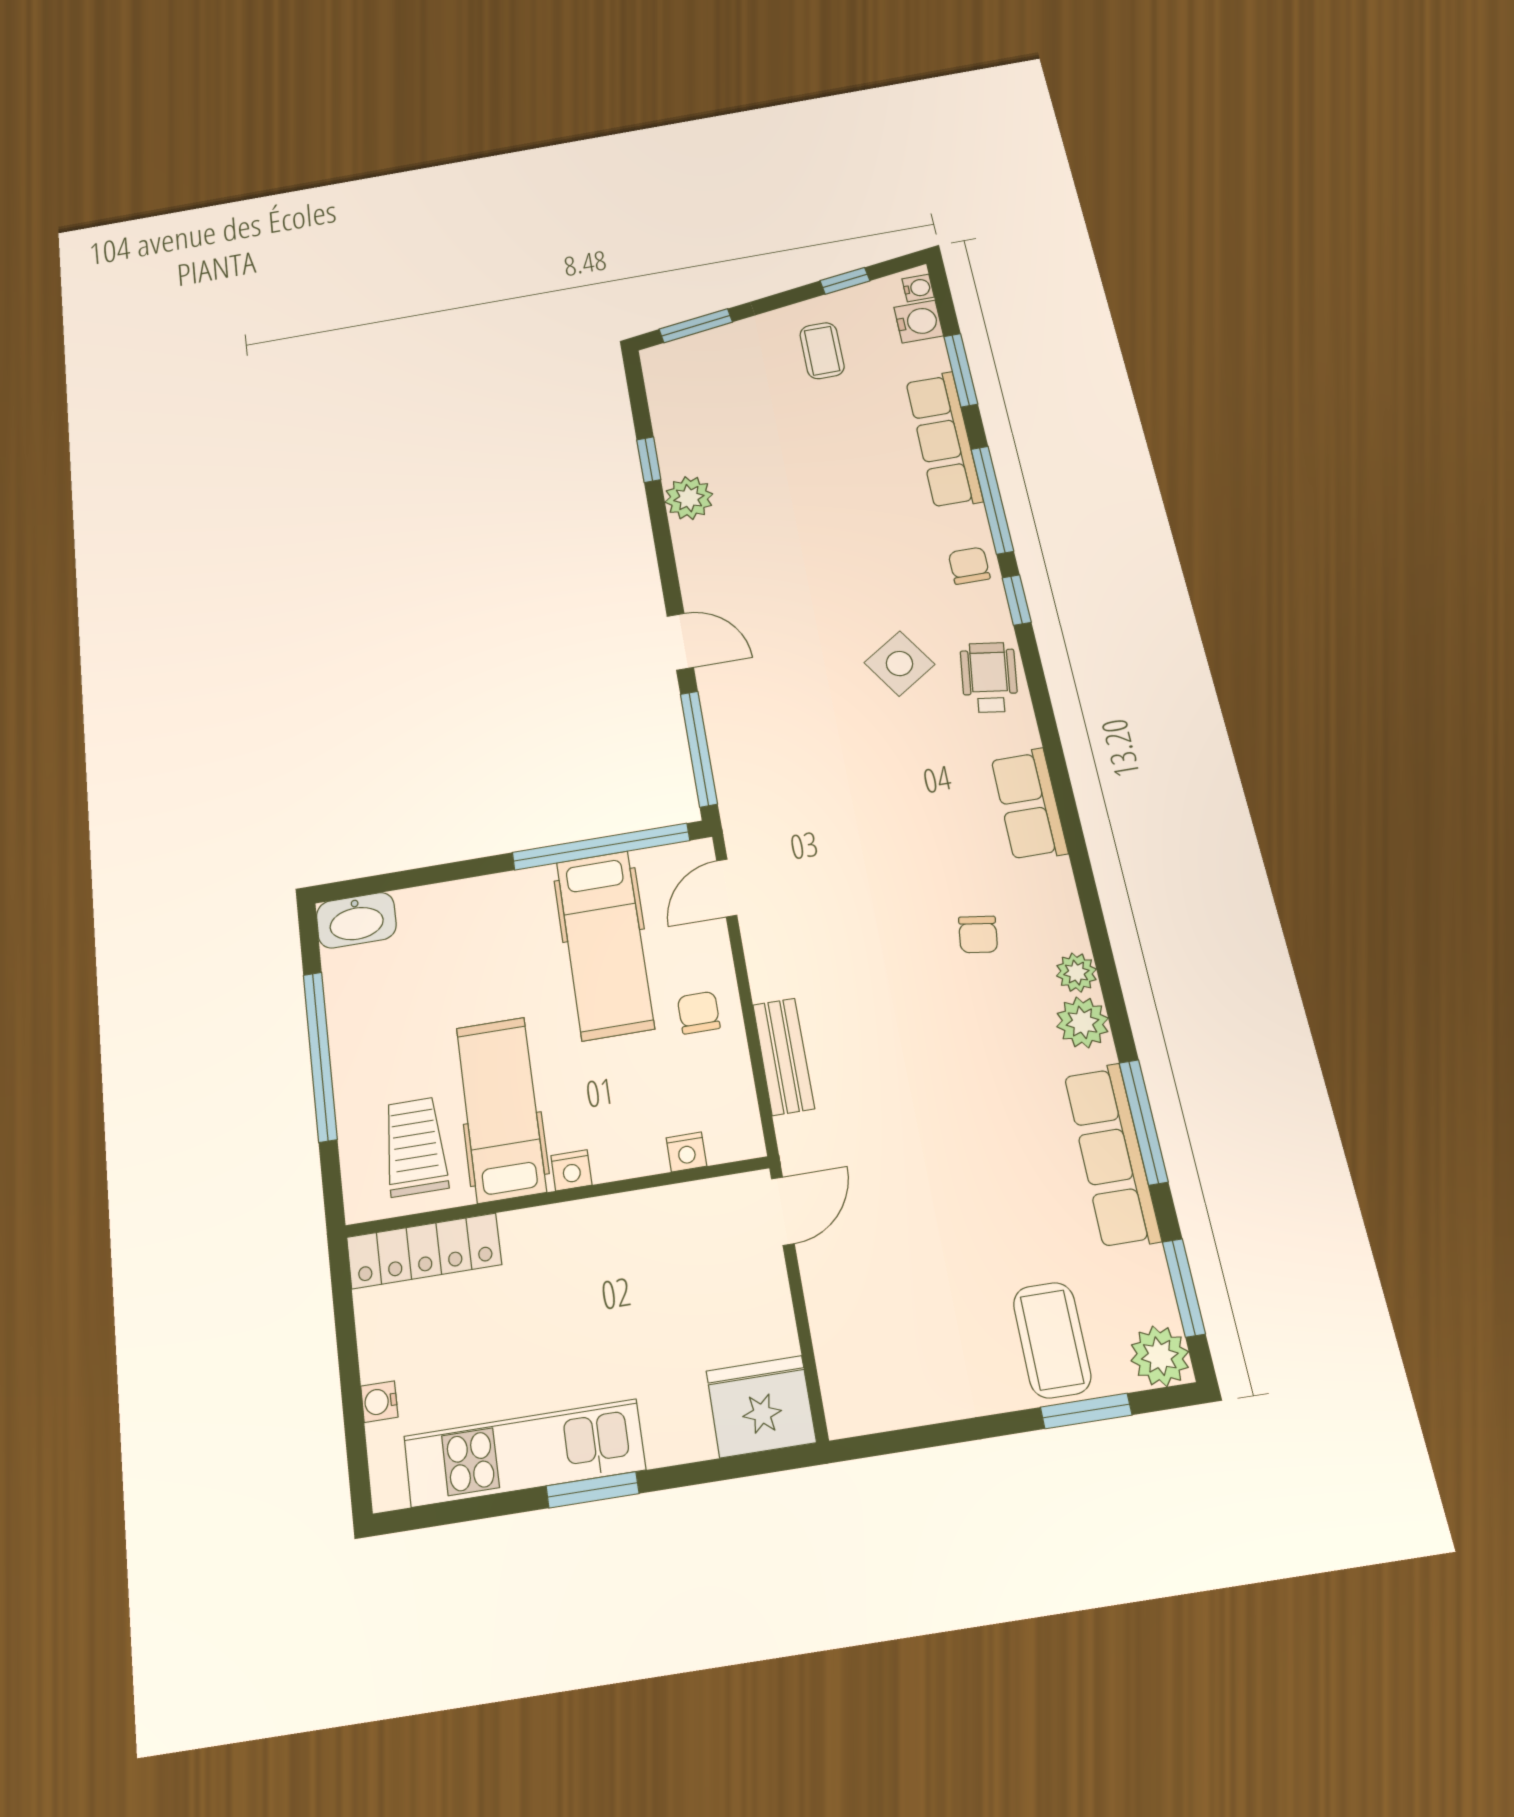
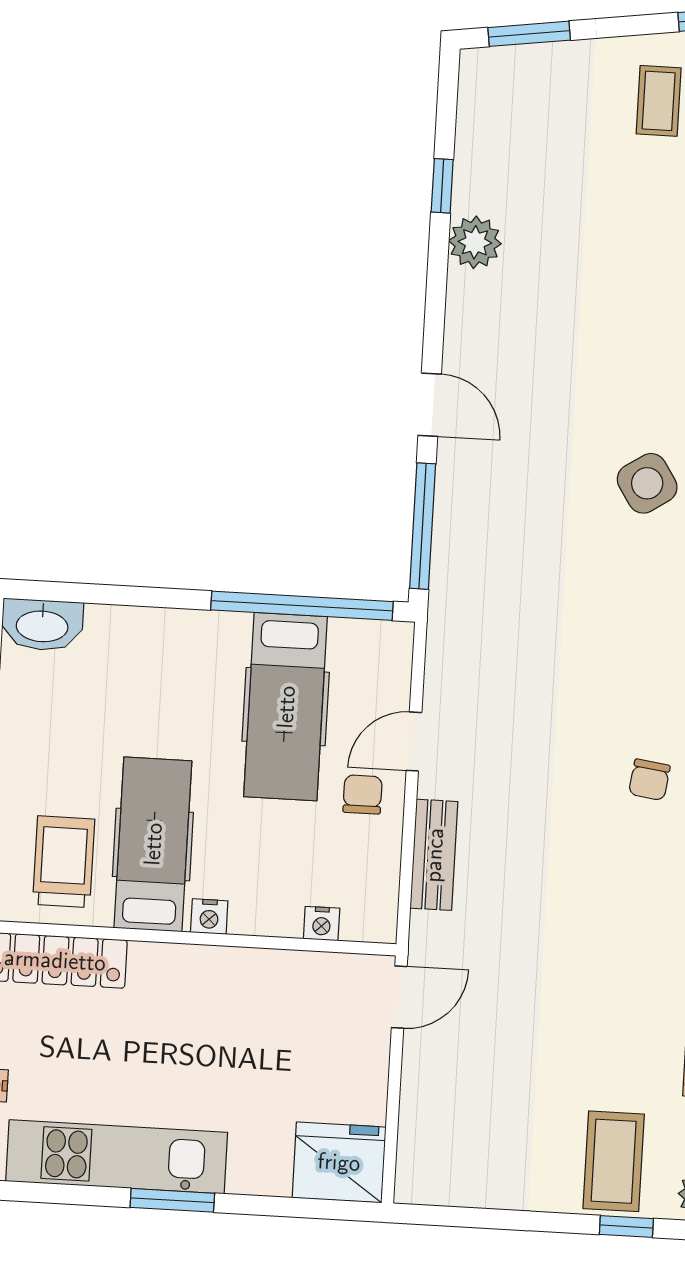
door: (727, 888) -> (414, 741), moved
window: (1086, 1411) -> (626, 1226), width x0.67

